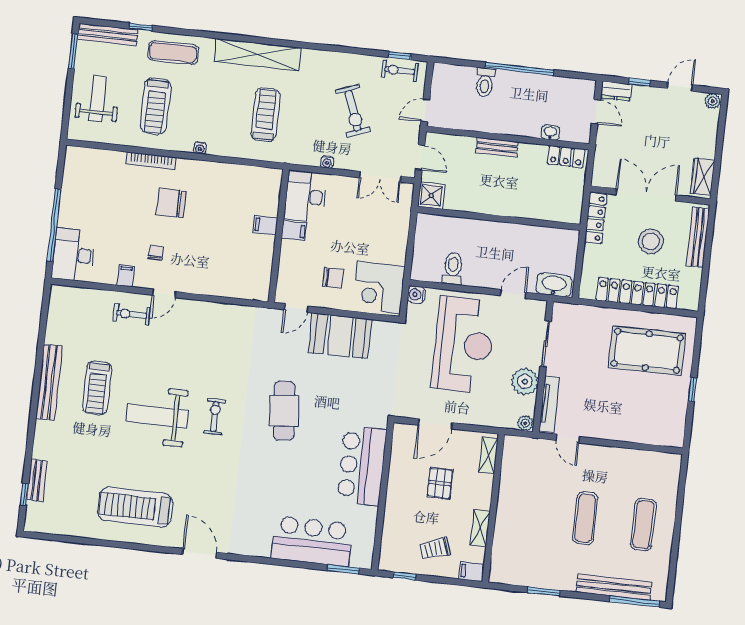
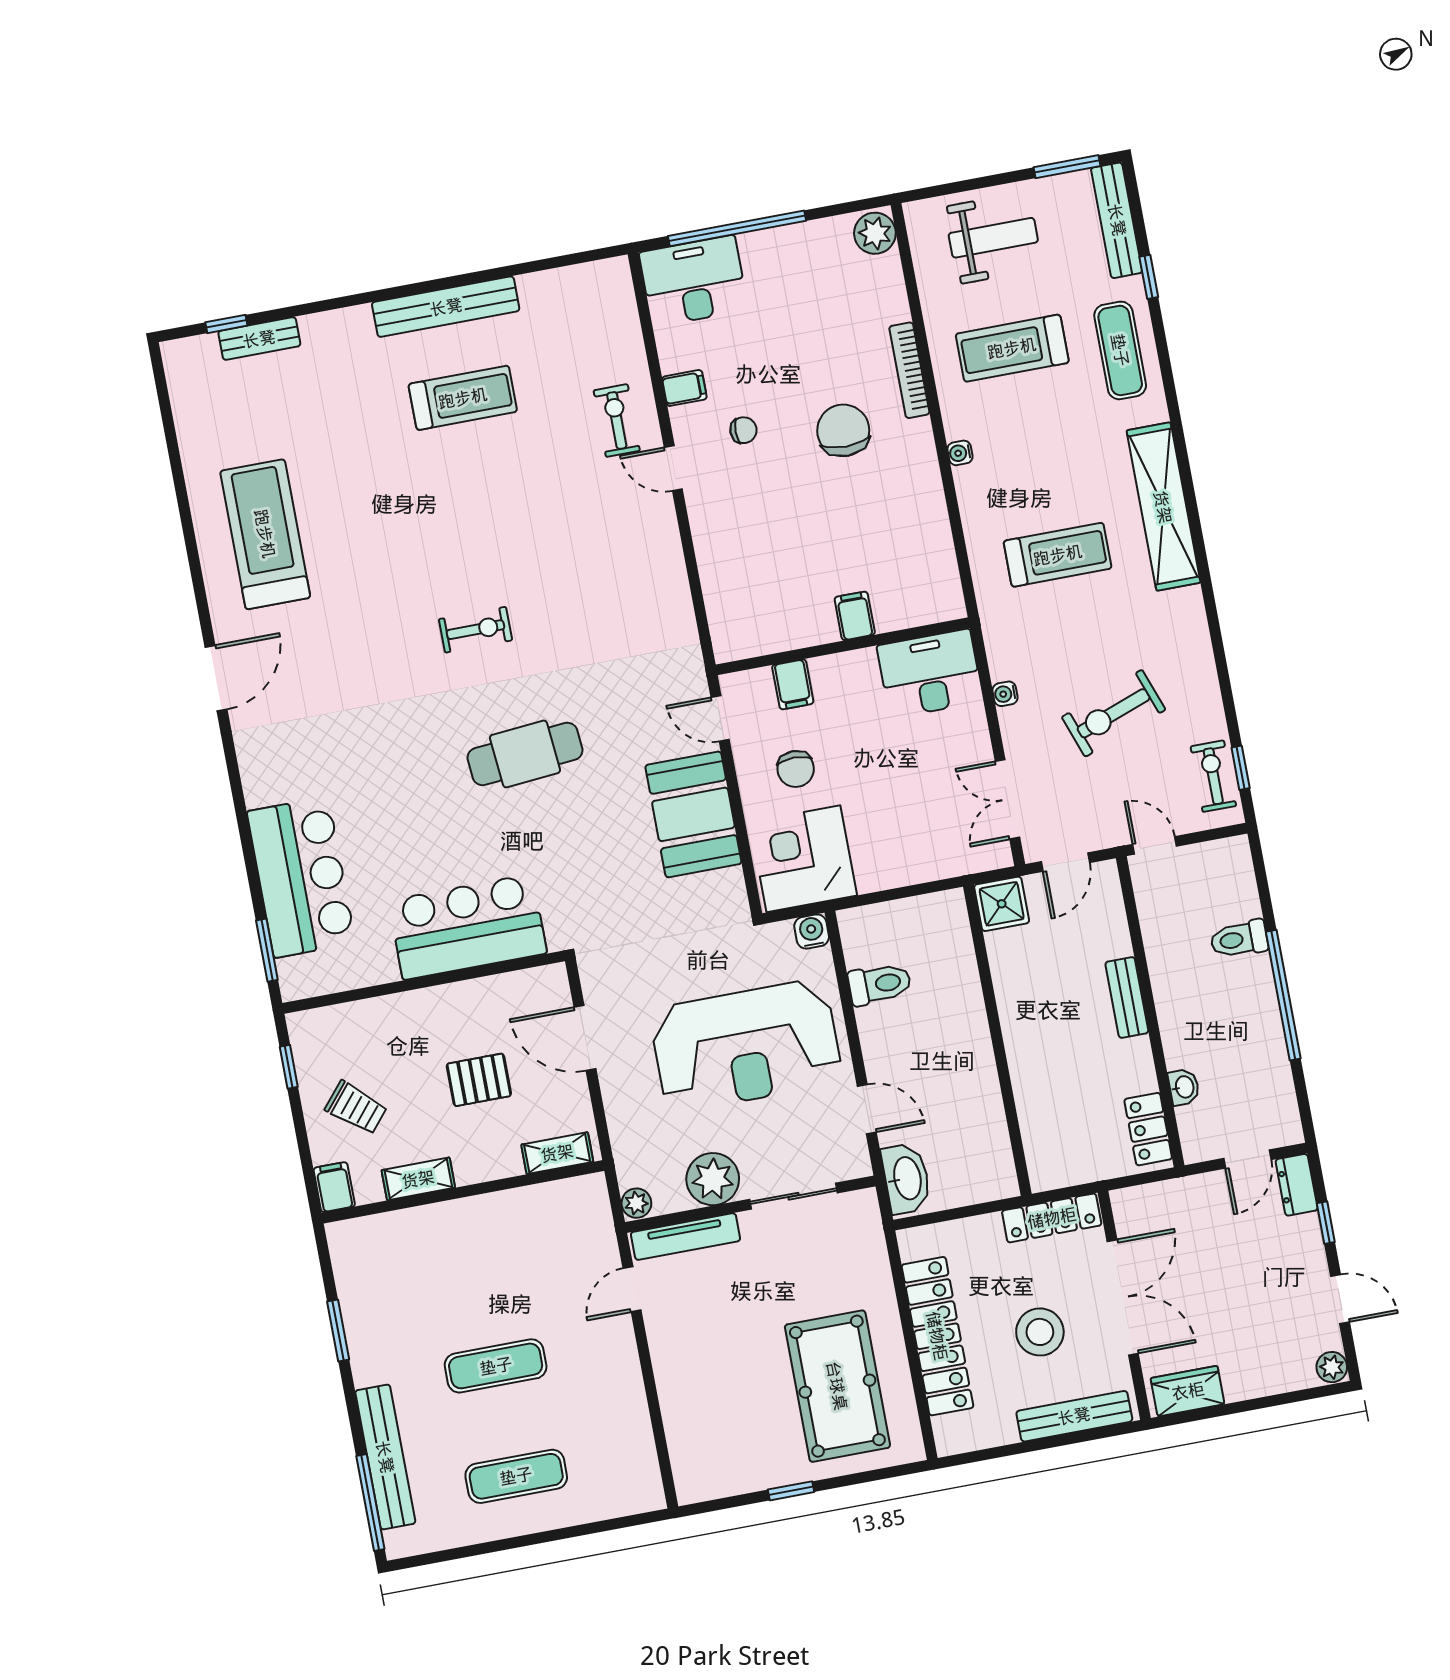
plant: (77, 157) -> (875, 233), added
filing cabinet: (294, 231) -> (793, 684), moved
treadmill: (97, 388) -> (463, 398), turned 180
weight bench: (157, 416) -> (445, 524), removed
trolley: (435, 549) -> (356, 1108), turned 149

